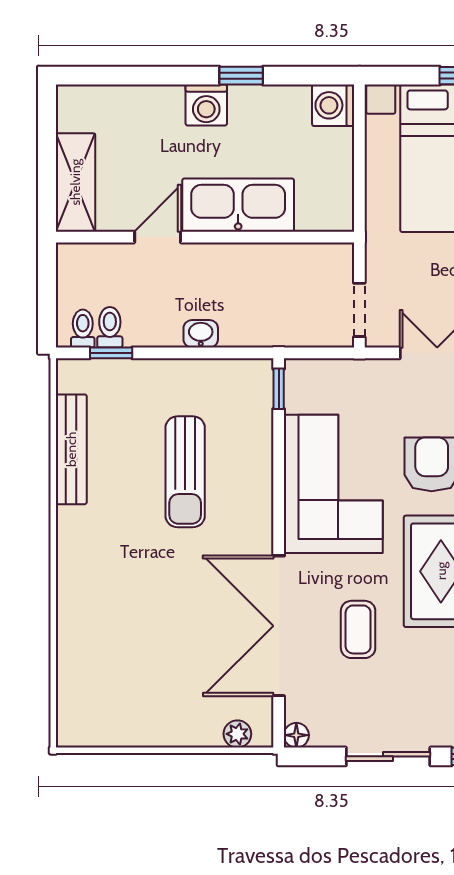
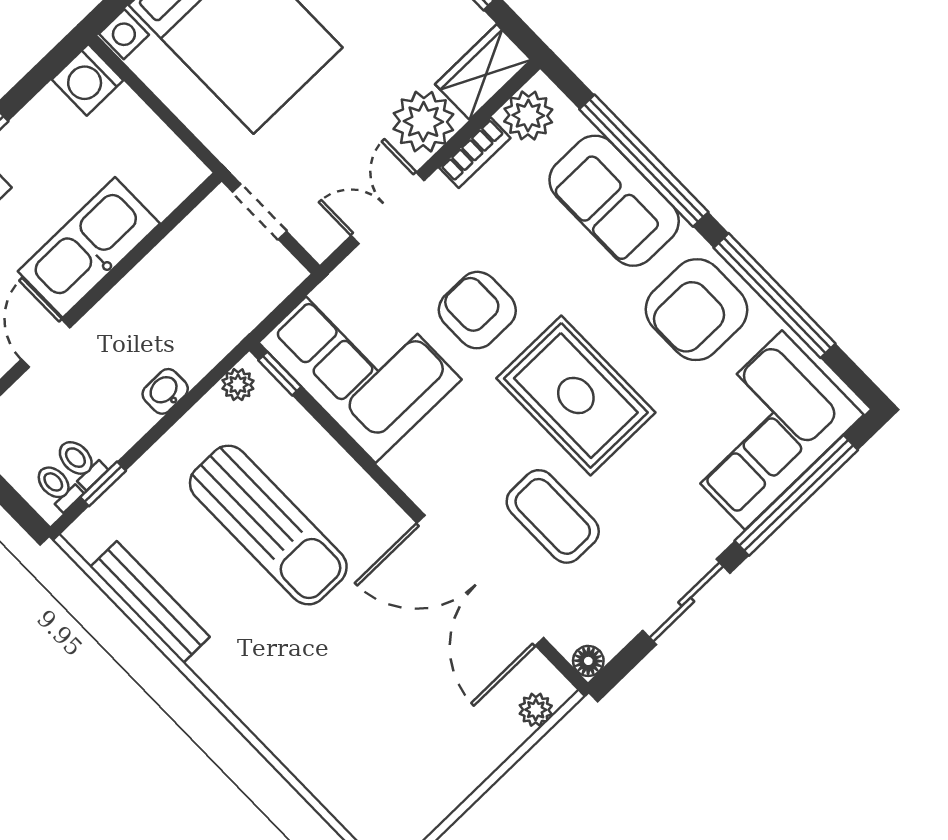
doorway: (359, 310) -> (260, 212), moved
plant: (248, 371) -> (238, 385), added
sun lounger: (185, 472) -> (268, 525), width x1.36, depth x1.34
corner sofa: (333, 484) -> (360, 361), moved
coffee table: (358, 629) -> (553, 516), width x1.36, depth x1.30

